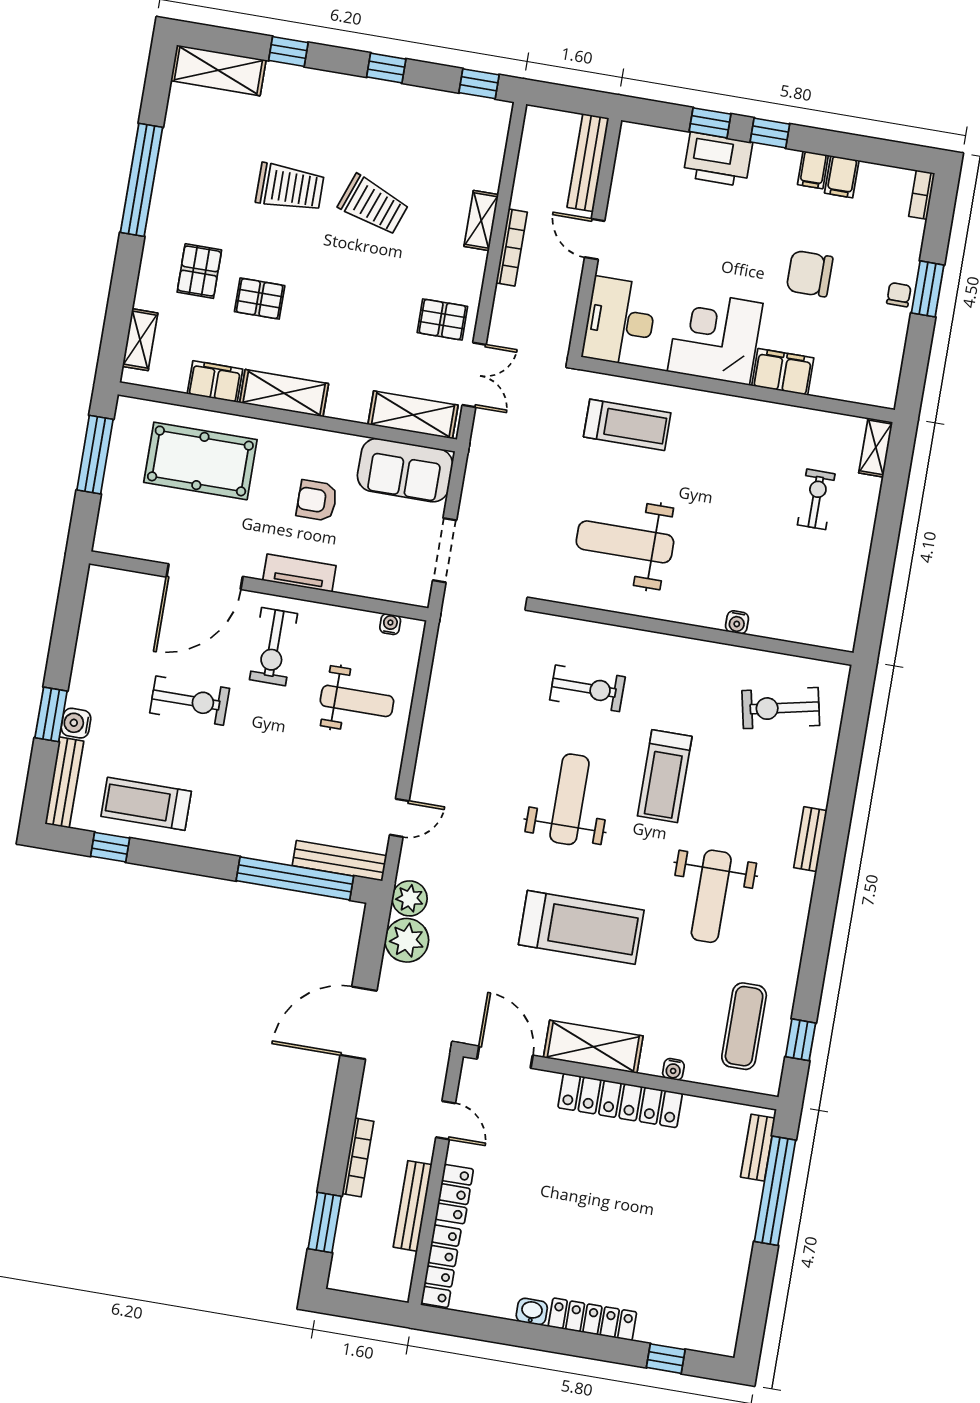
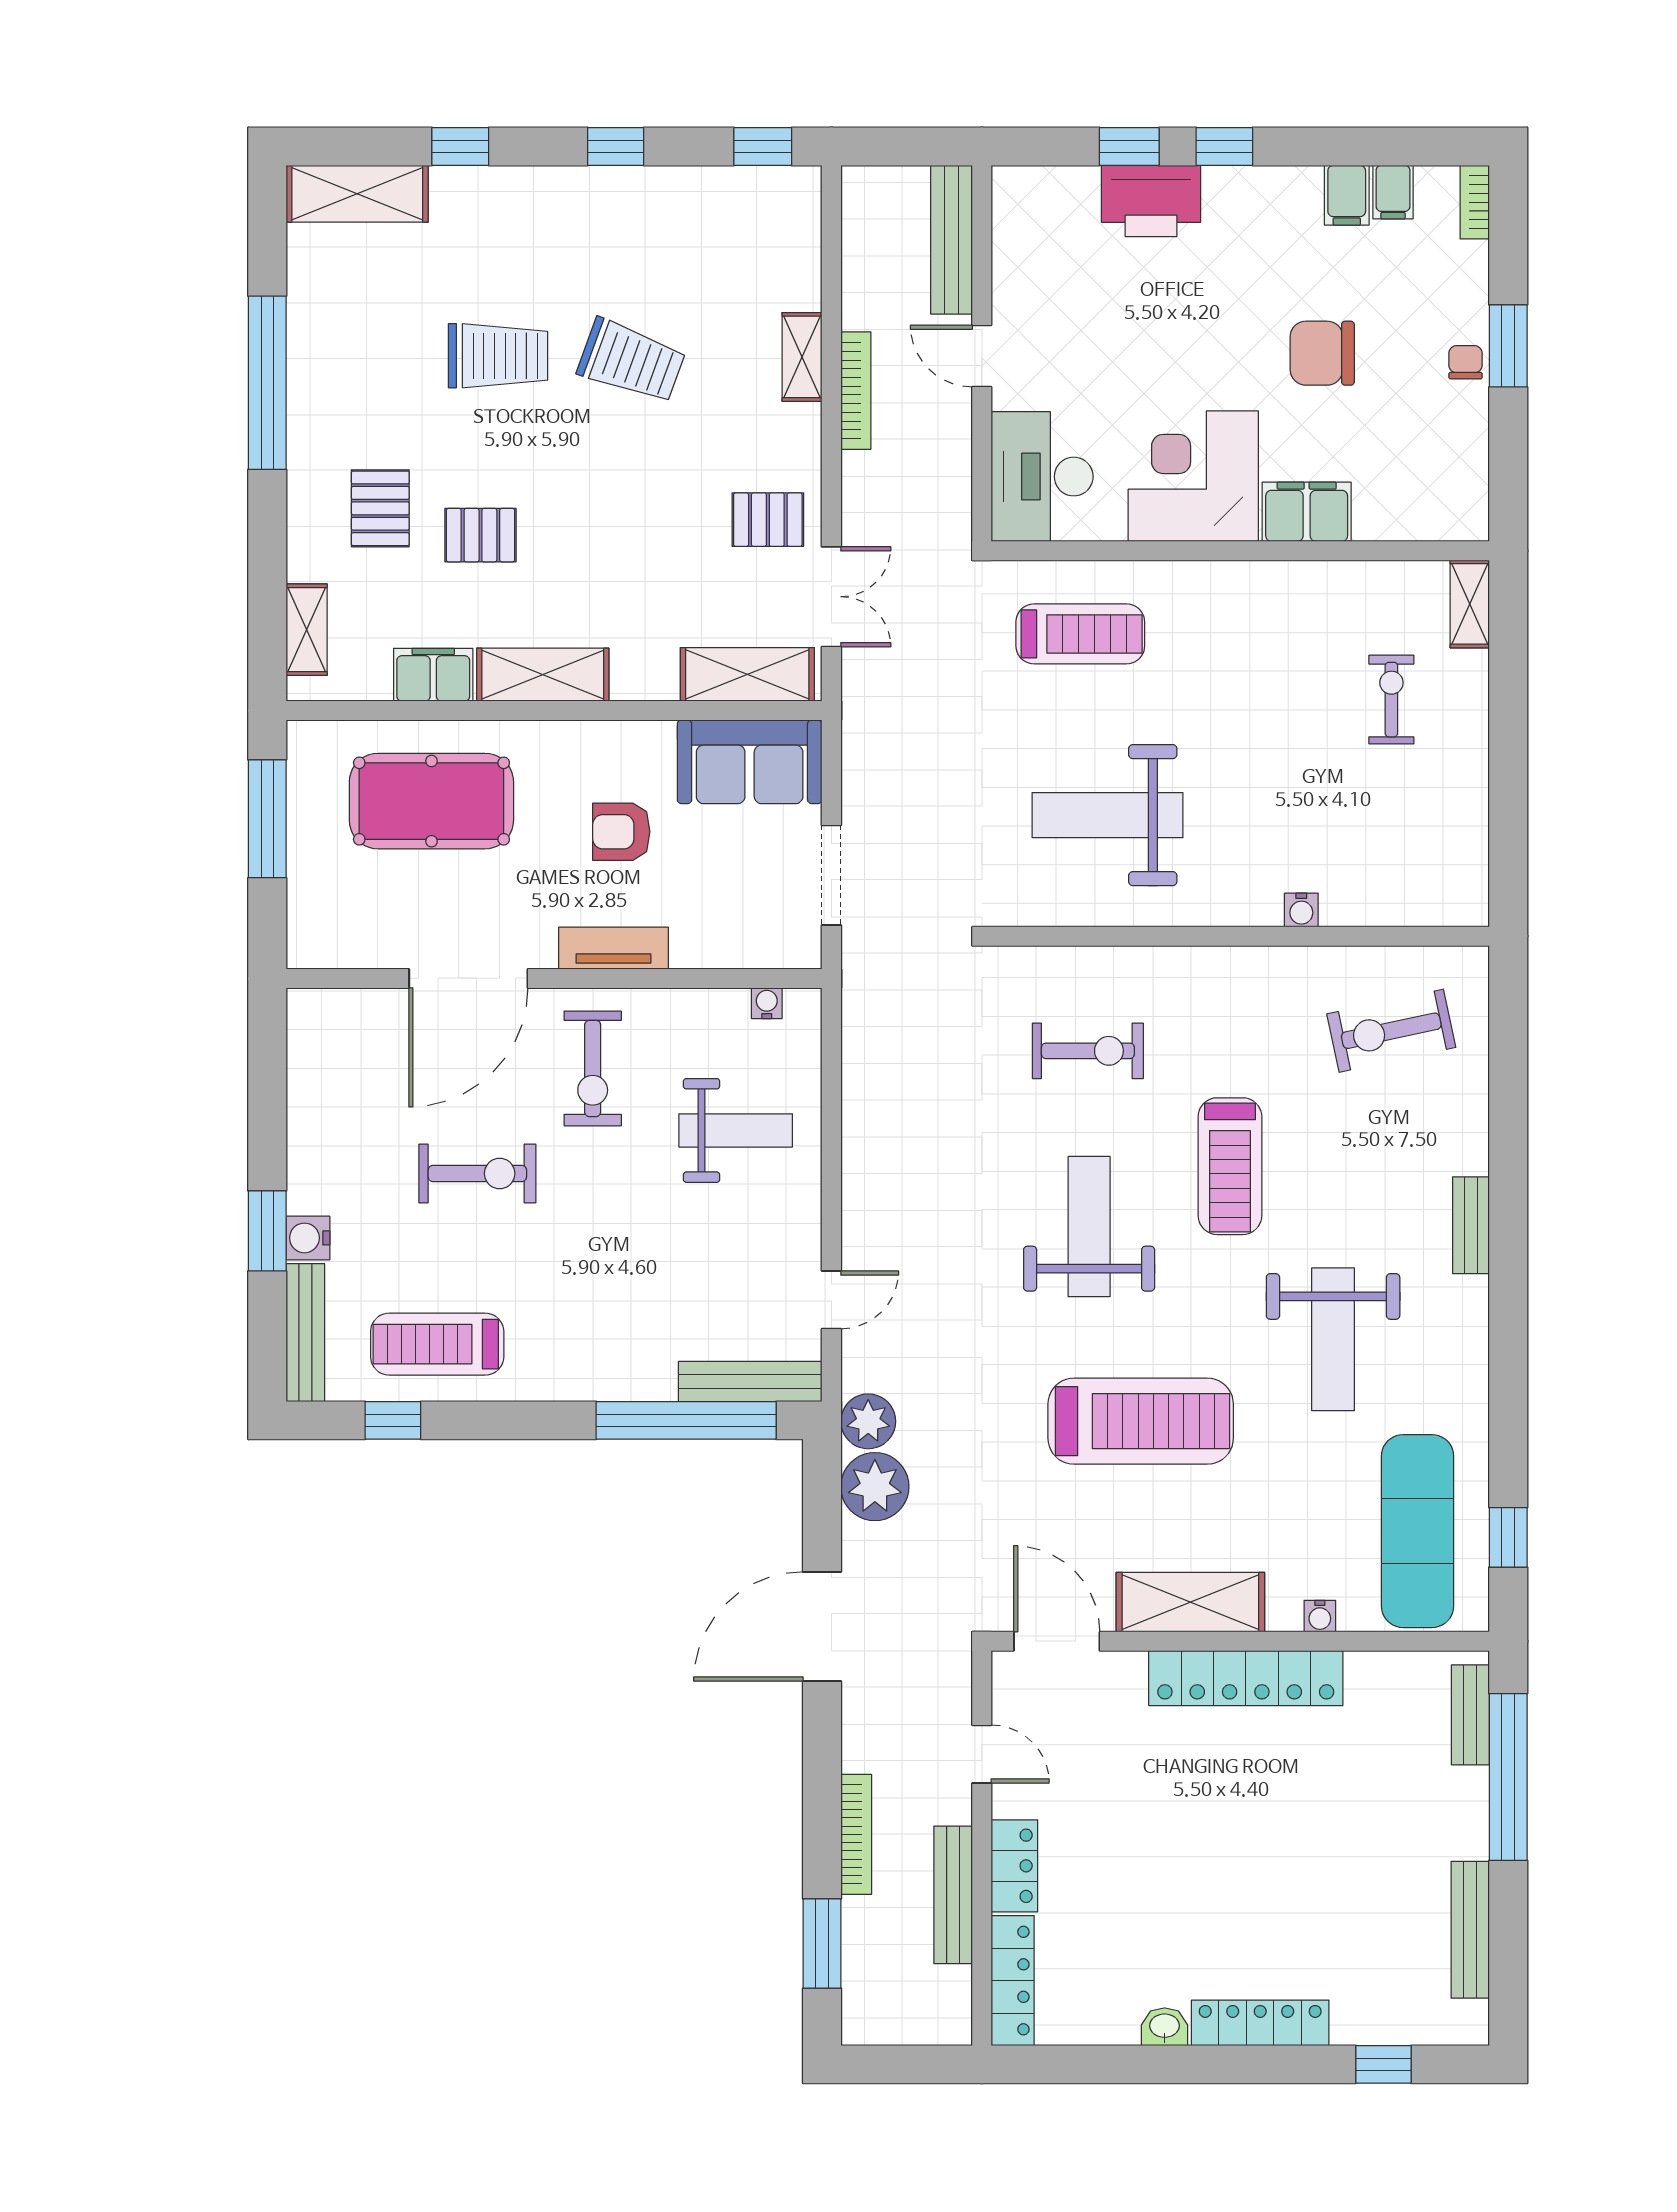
filing cabinet: (813, 170) -> (1393, 192), moved
exercise mat: (744, 1026) -> (1418, 1531), width x1.36, depth x1.45
bench: (735, 1283) -> (1470, 1930), added

